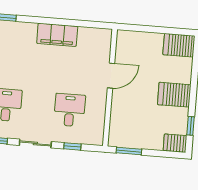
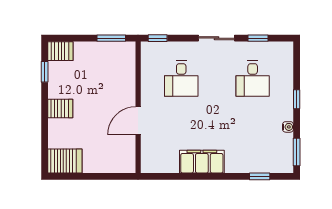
server rack: (174, 95) -> (60, 109), width x0.73, depth x0.70
window: (72, 146) -> (158, 38), moved

